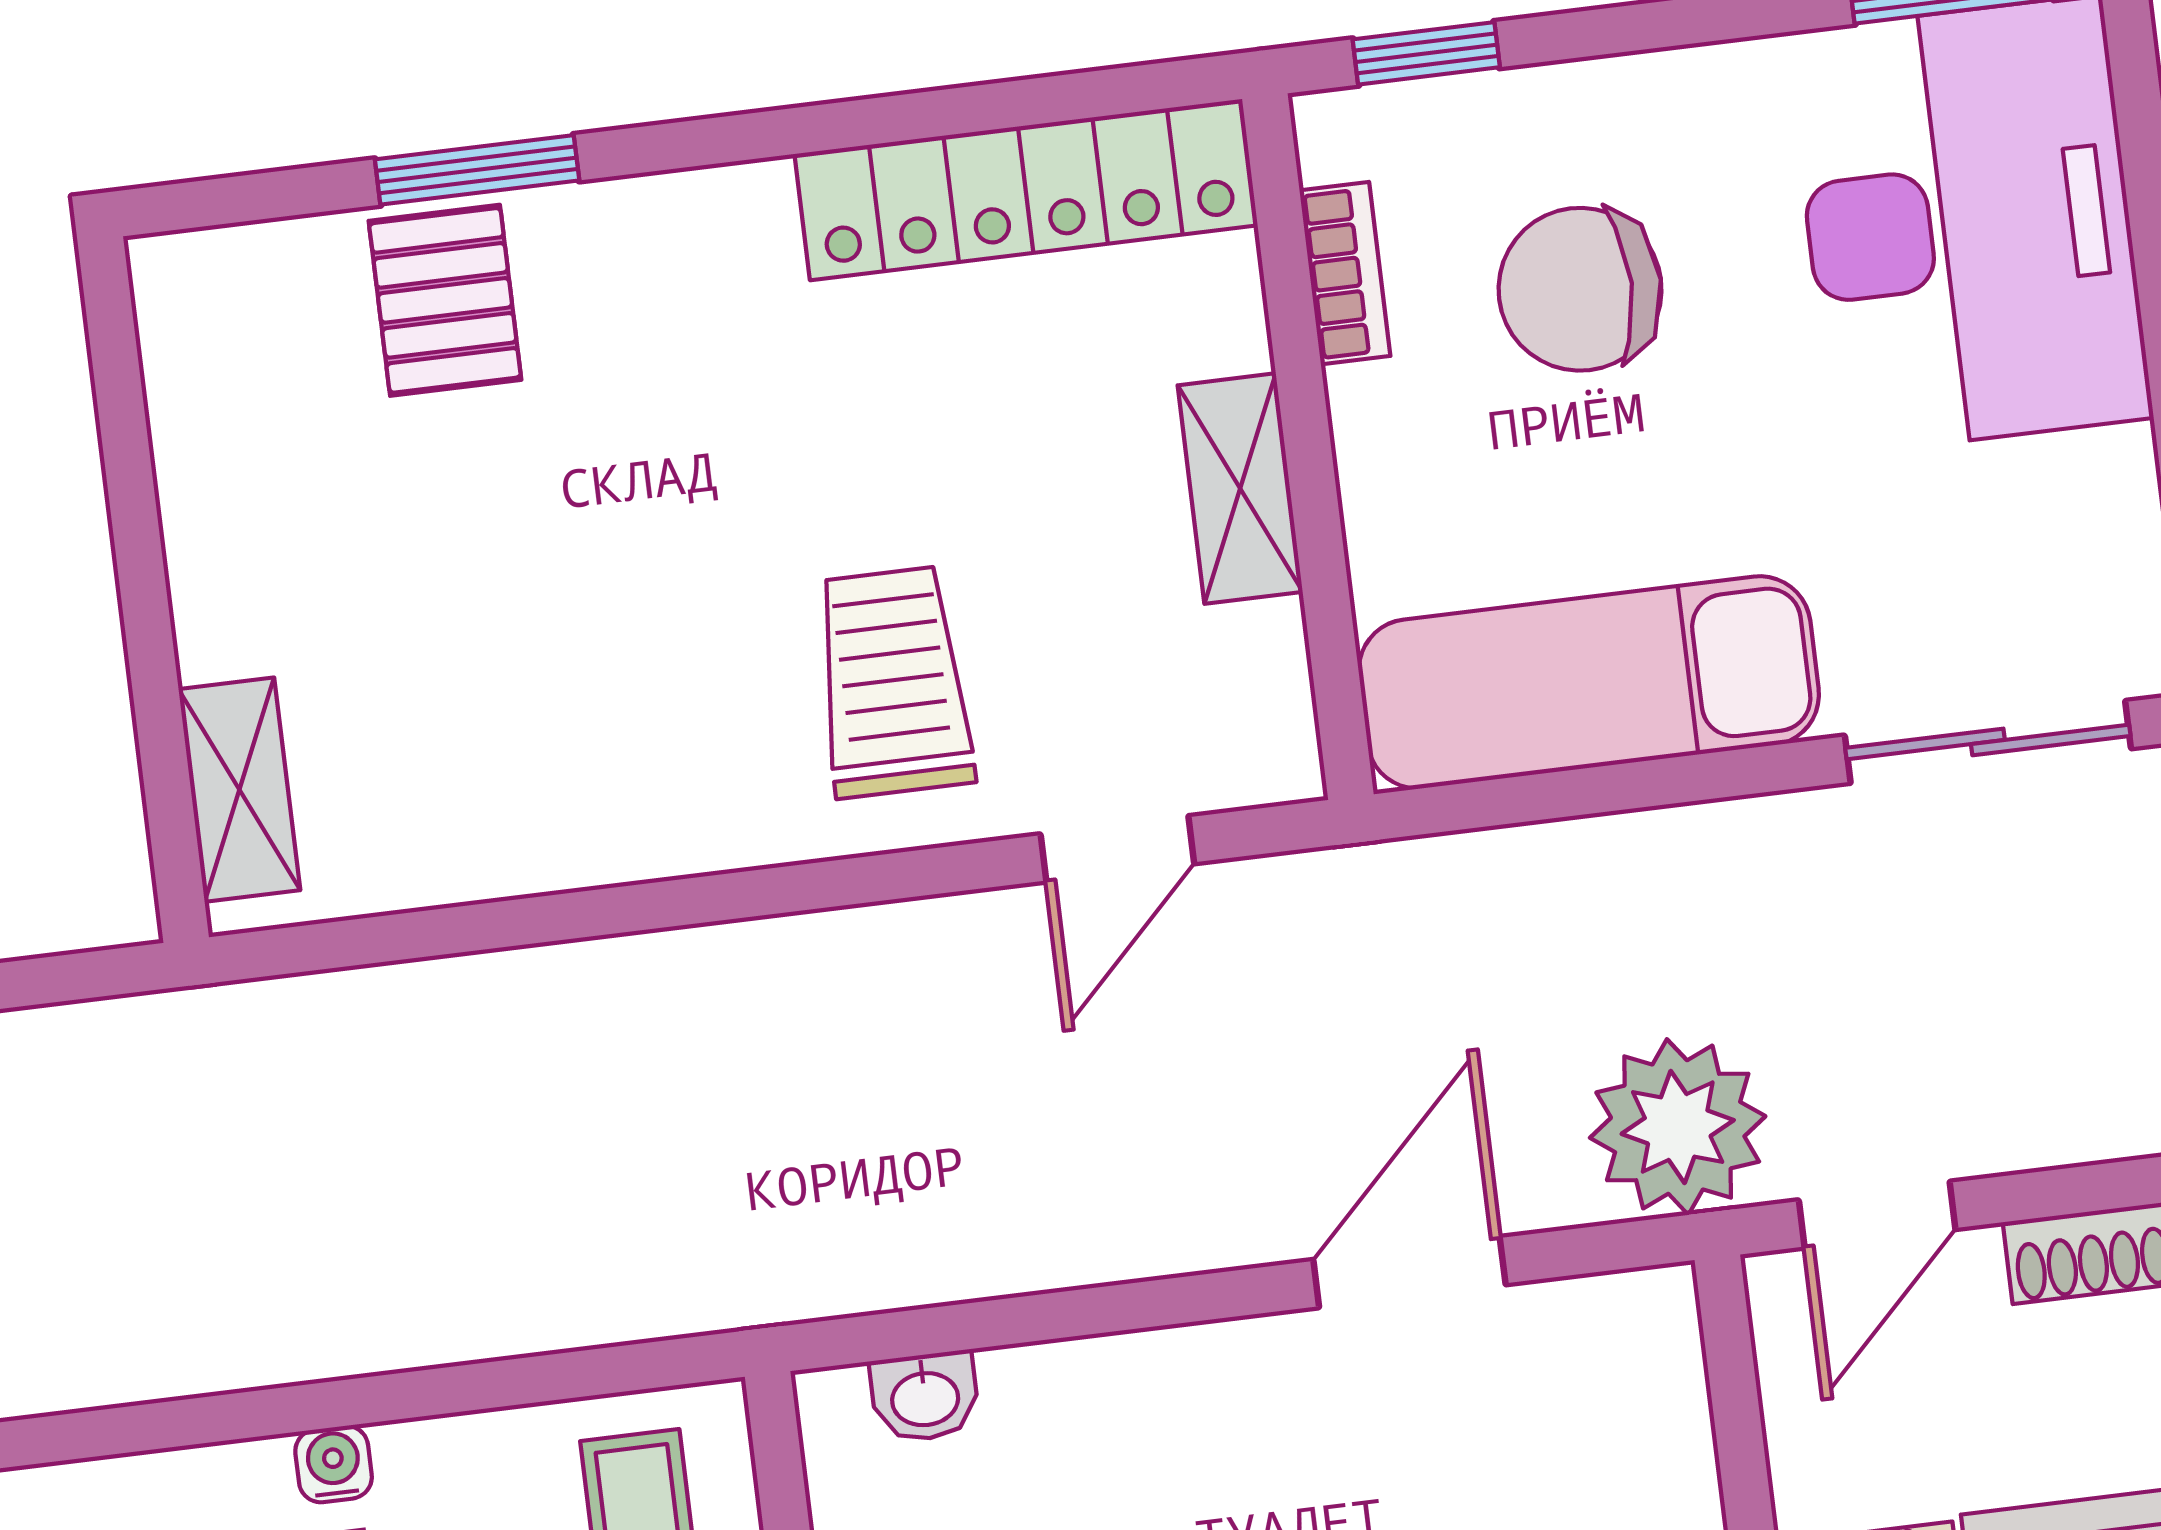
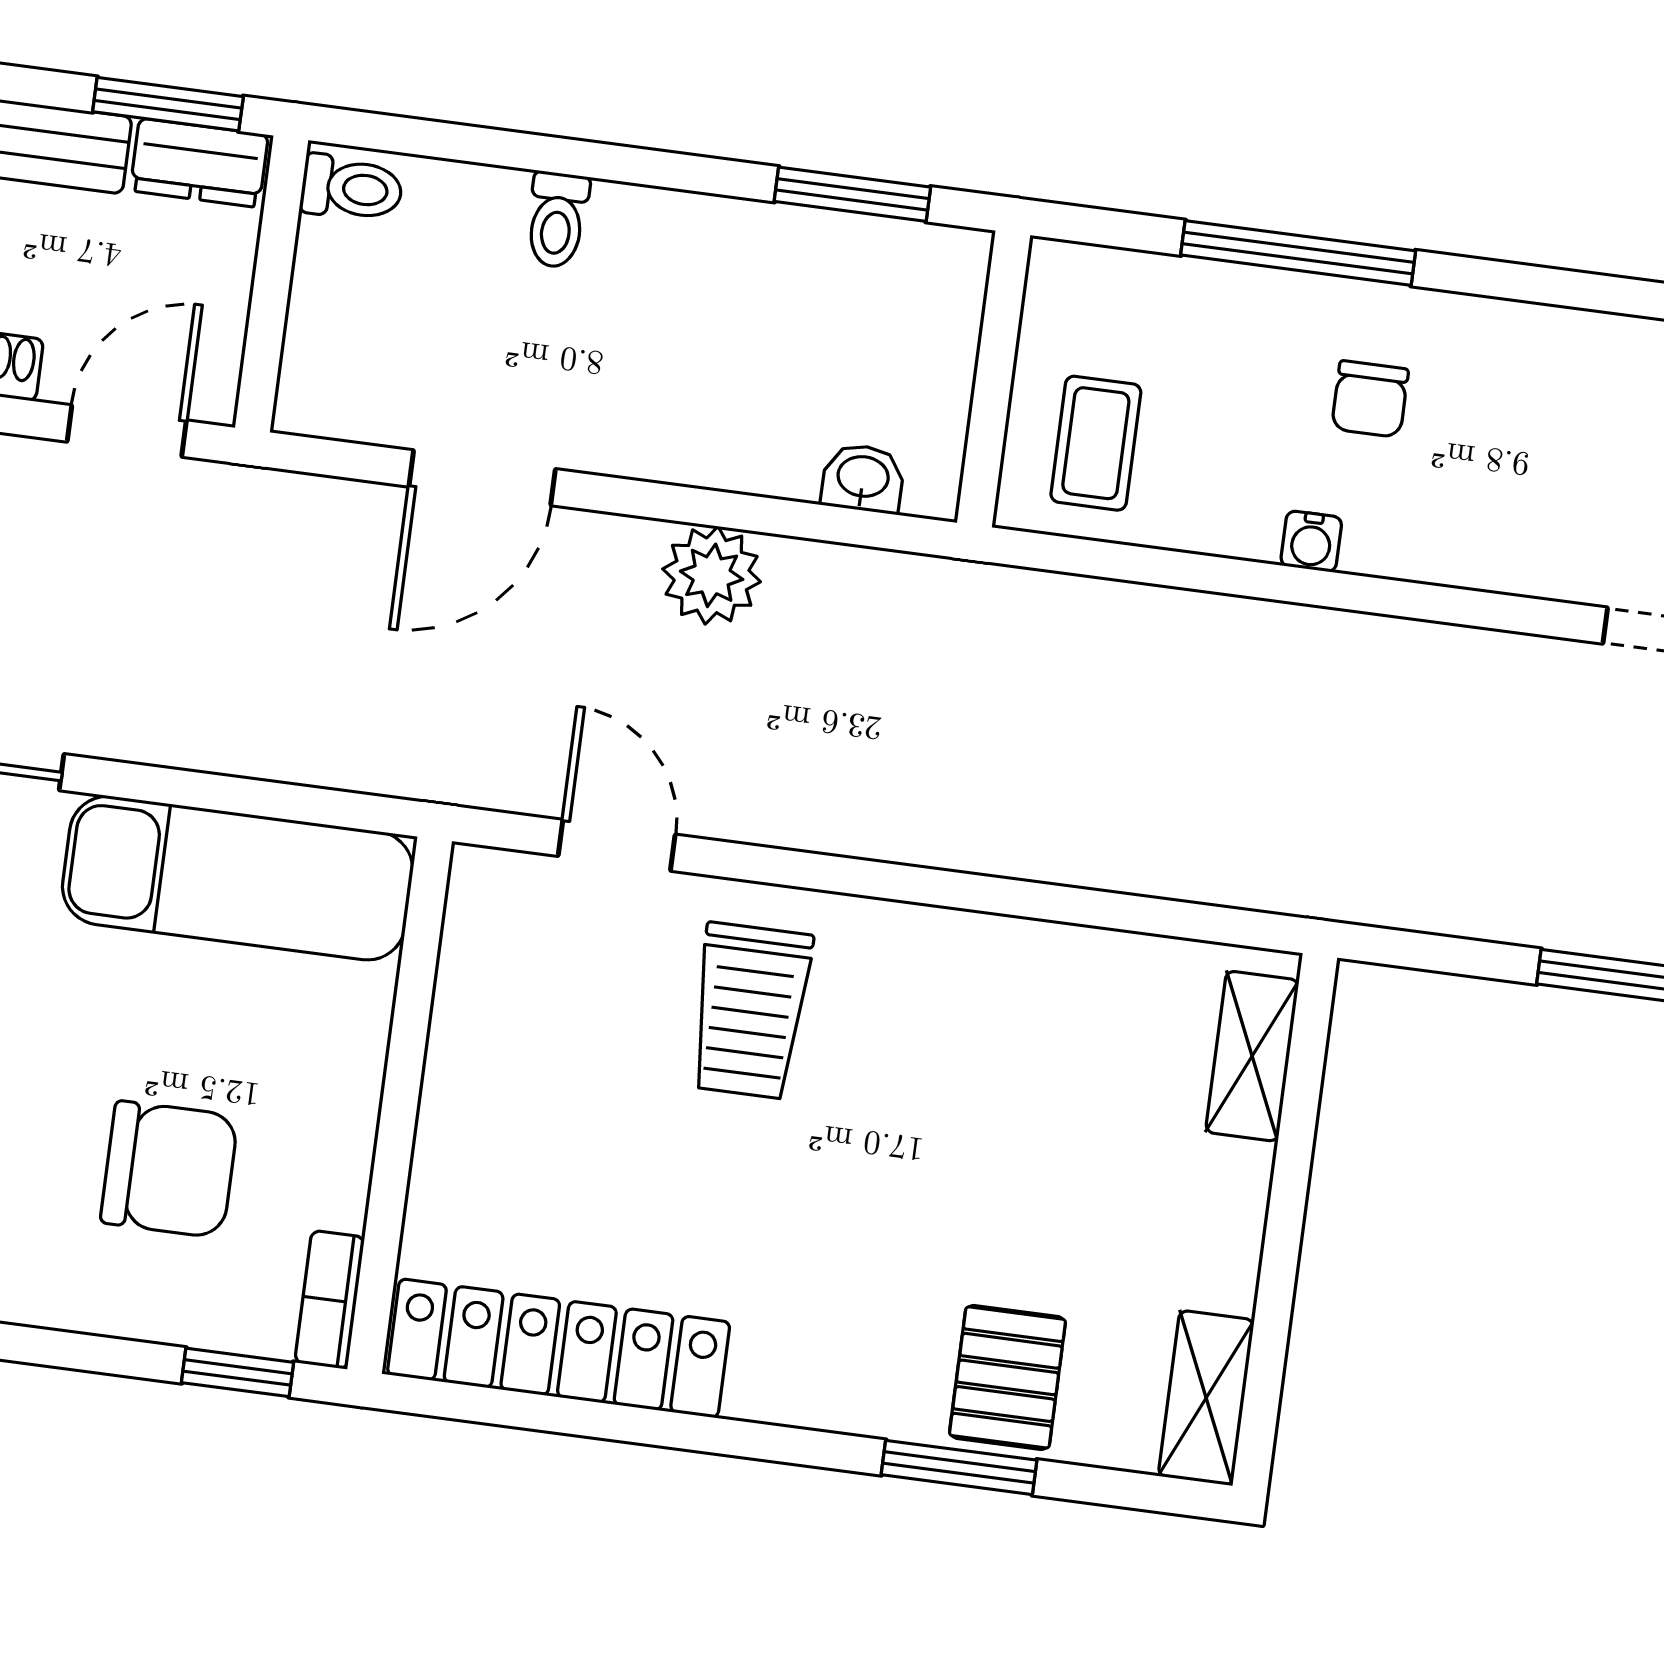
bookcase: (1345, 273) -> (330, 1300), moved
shelving: (1240, 489) -> (1206, 1398), moved
door: (1117, 849) -> (617, 845), hinge flipped
plant: (1678, 1127) -> (712, 575), moved, width x0.73, depth x0.73

